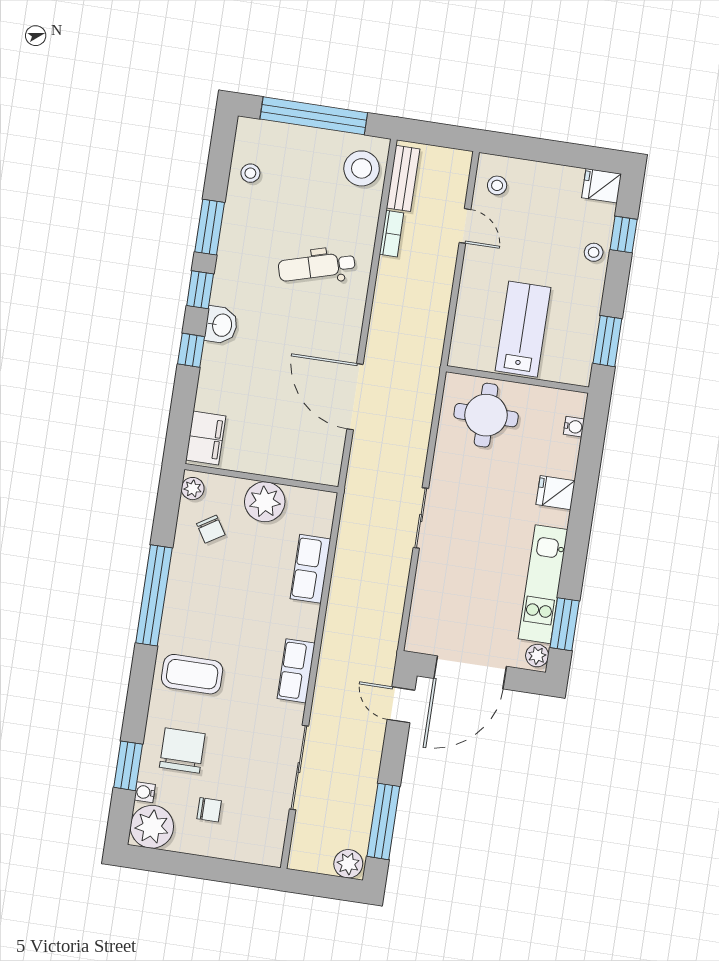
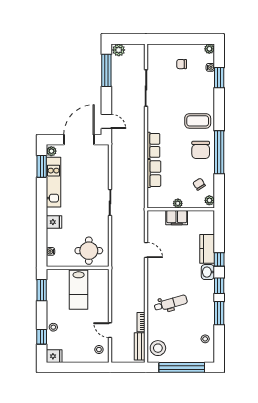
kitchen counter: (215, 378) -> (207, 249), added
door: (355, 397) -> (146, 250), width x0.53
filing cabinet: (206, 438) -> (177, 218), moved, turned -90
plant: (265, 502) -> (178, 203), width x0.53, depth x0.53
row of seats: (296, 671) -> (153, 145), moved
chair: (182, 751) -> (201, 150), moved
plant: (152, 827) -> (209, 49), width x0.53, depth x0.53

